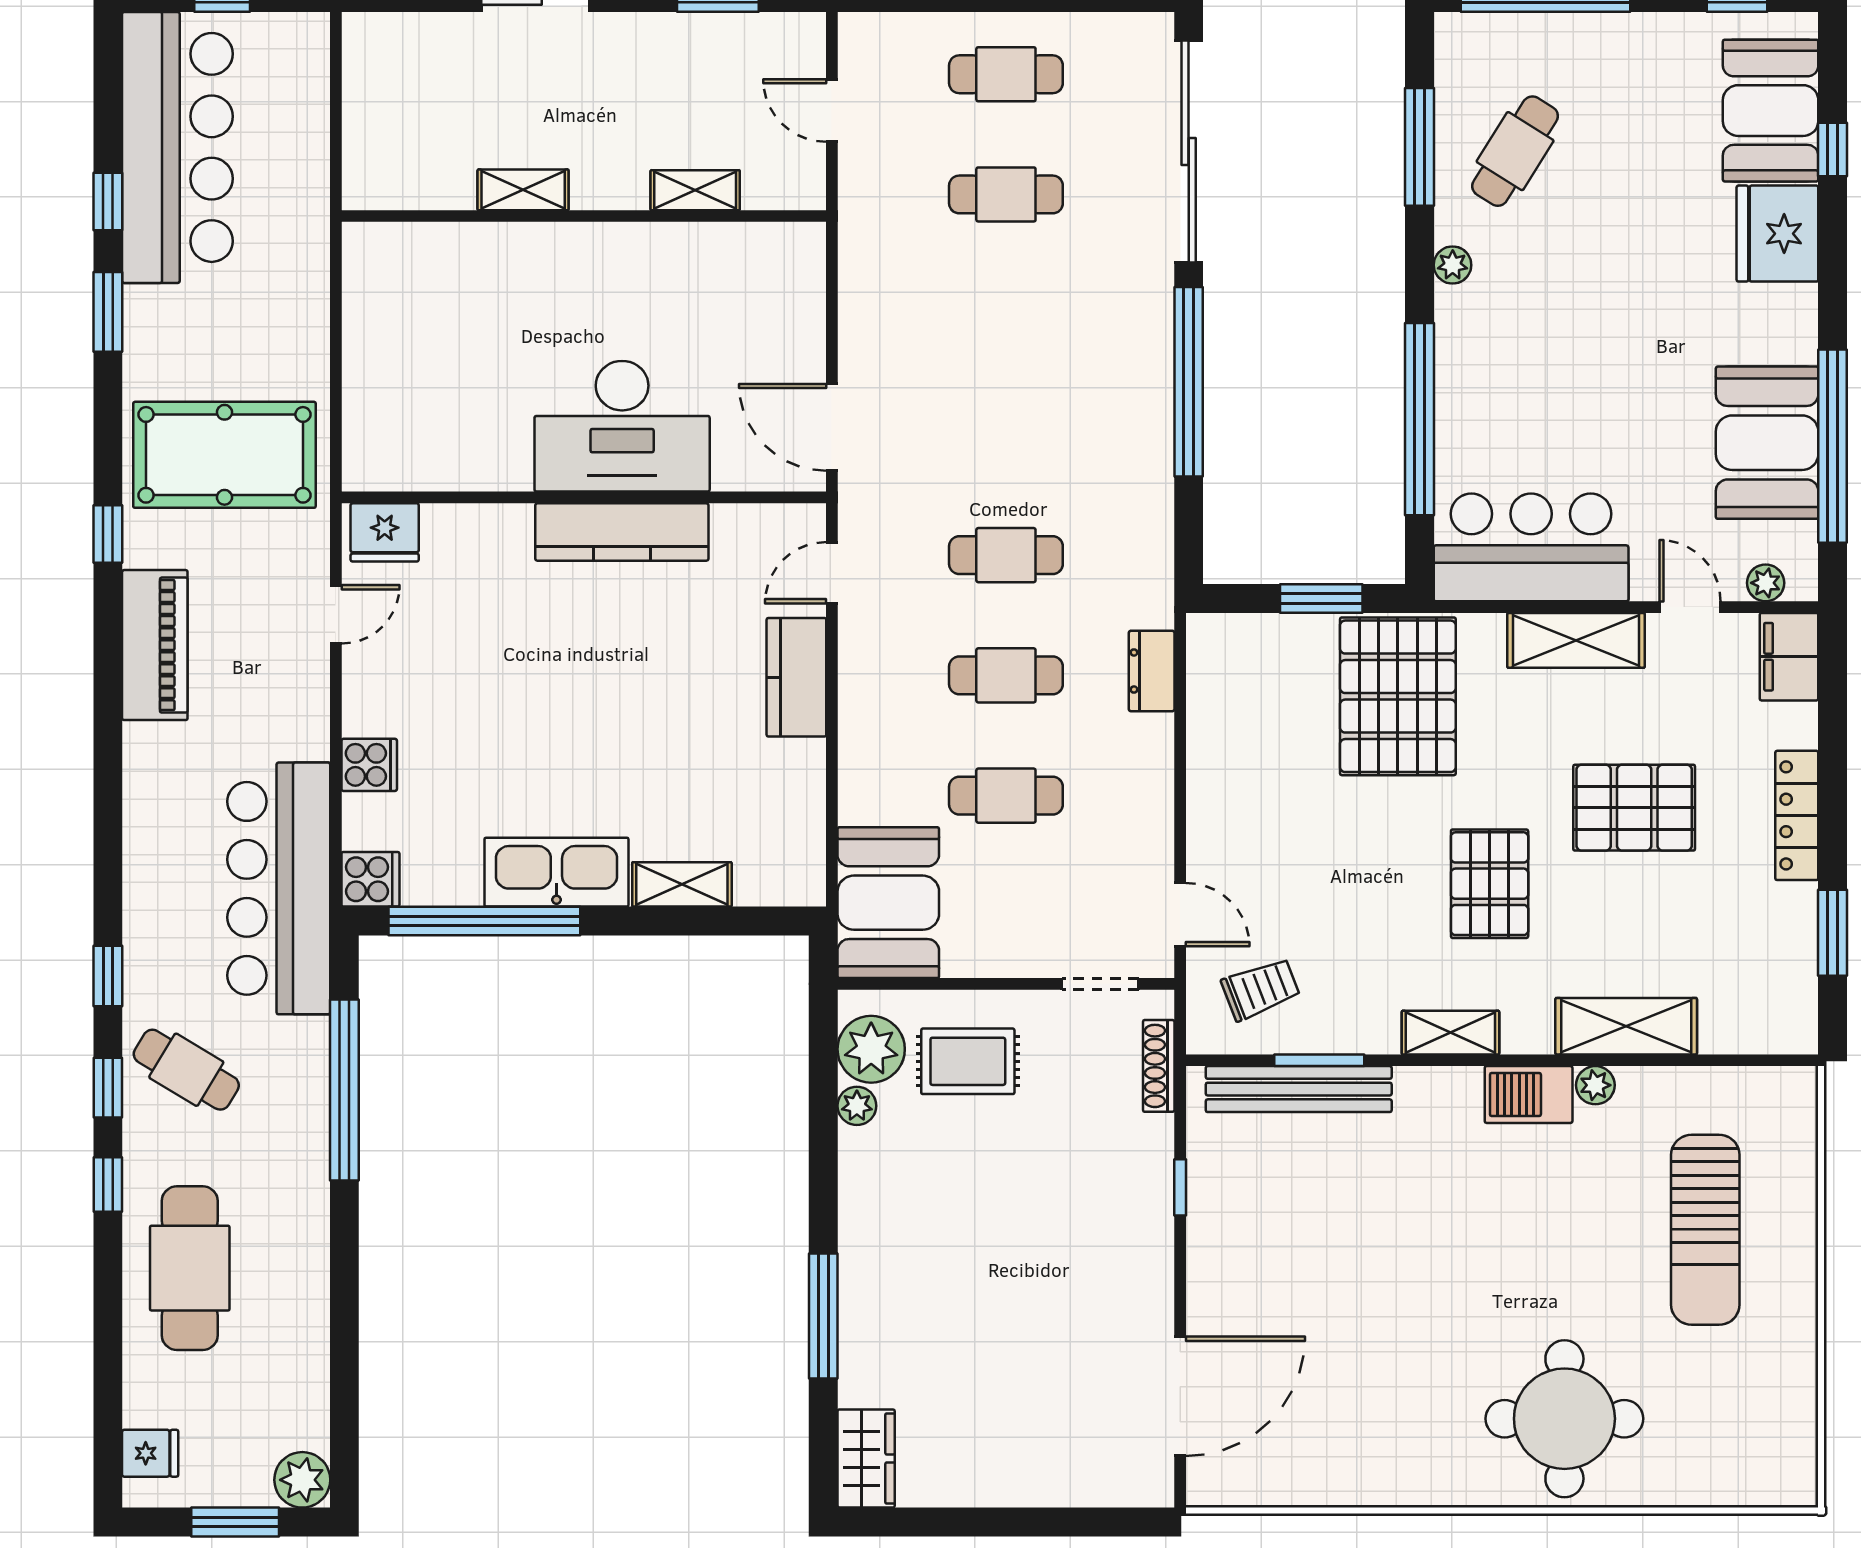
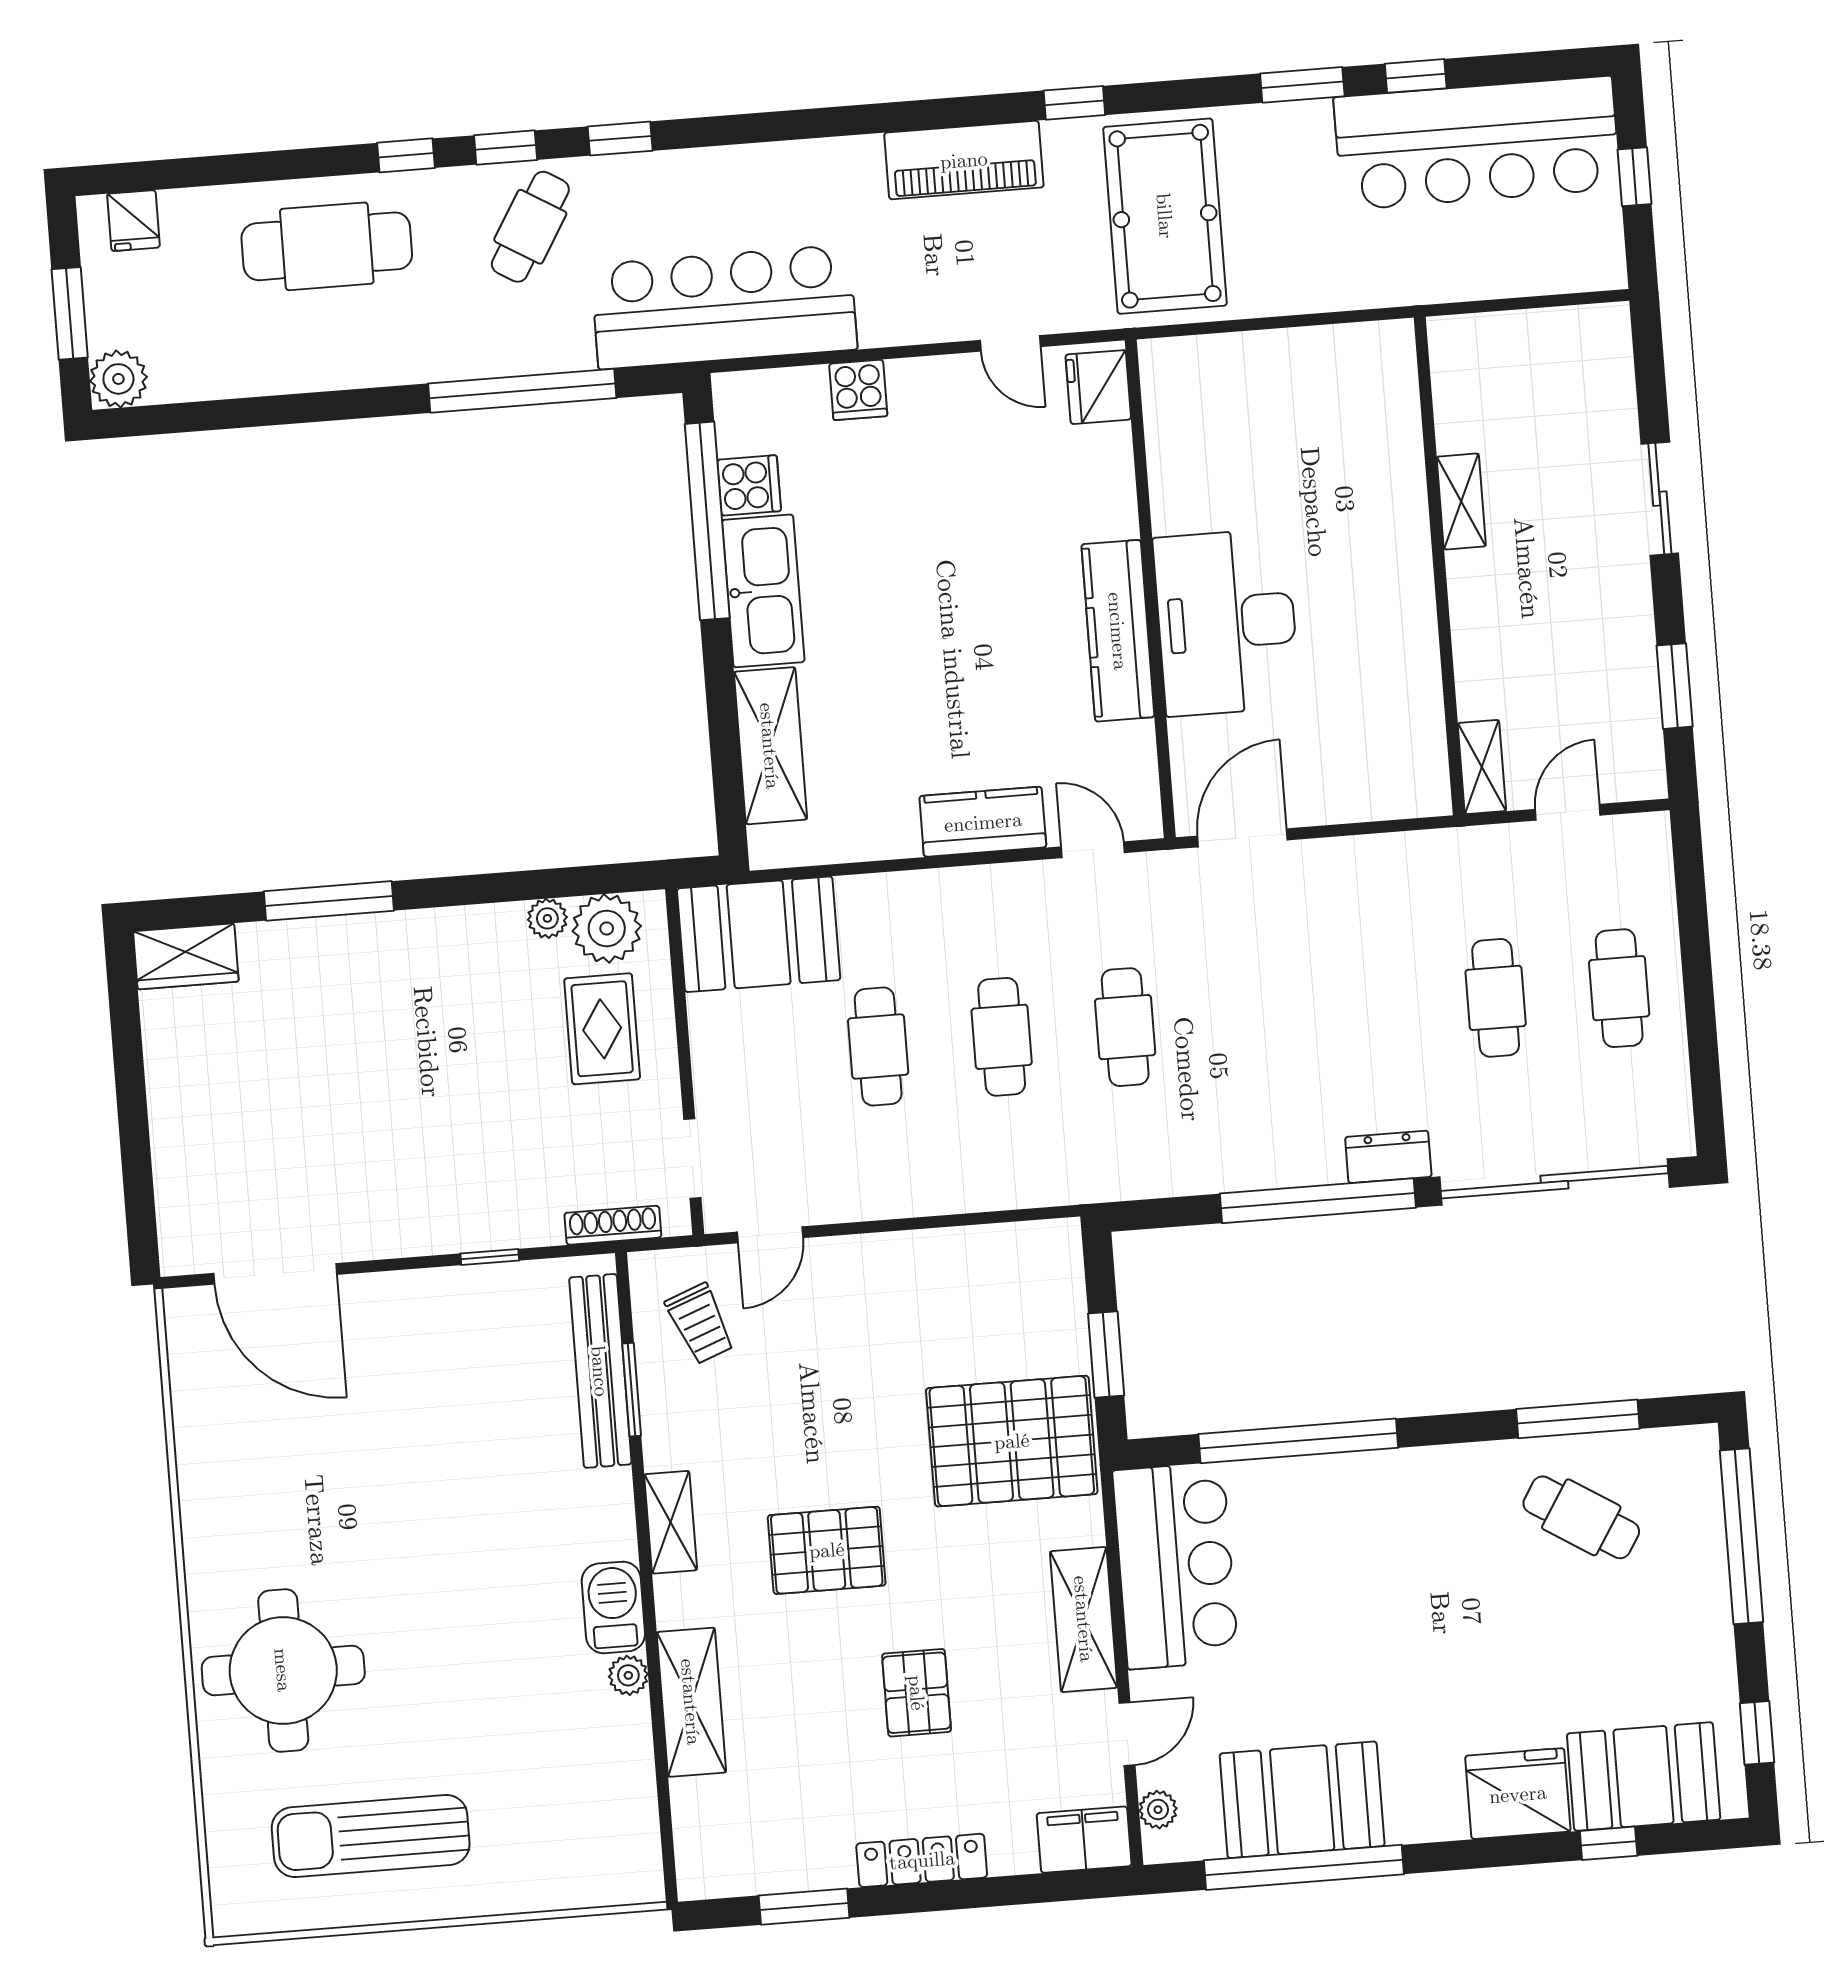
shelving: (695, 190) -> (1482, 767), moved
plant: (1453, 265) -> (1459, 1462), removed
dresser: (1152, 671) -> (1388, 1157), moved
pallet: (1634, 808) -> (917, 1693), width x0.67, depth x0.71
cooker: (370, 879) -> (749, 485), moved, turned -90
shelving: (682, 884) -> (770, 746), width x1.50, depth x1.33
sun lounger: (1705, 1230) -> (371, 1836), moved

